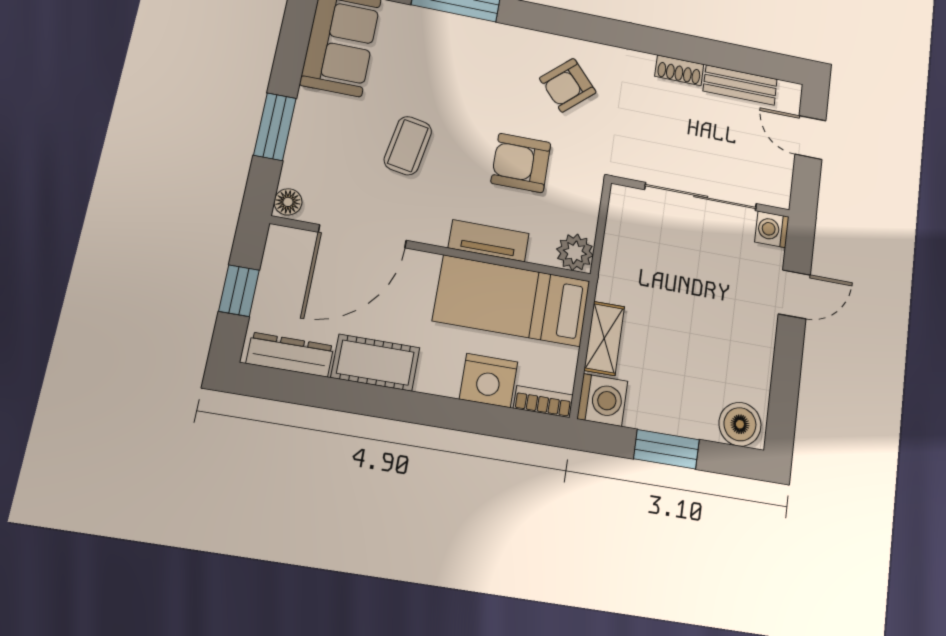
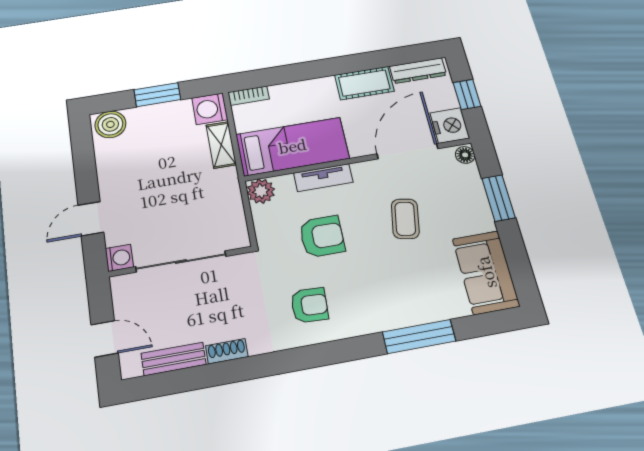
armchair: (568, 85) -> (309, 305), turned 45
nightstand: (488, 380) -> (450, 126), moved, turned 90

